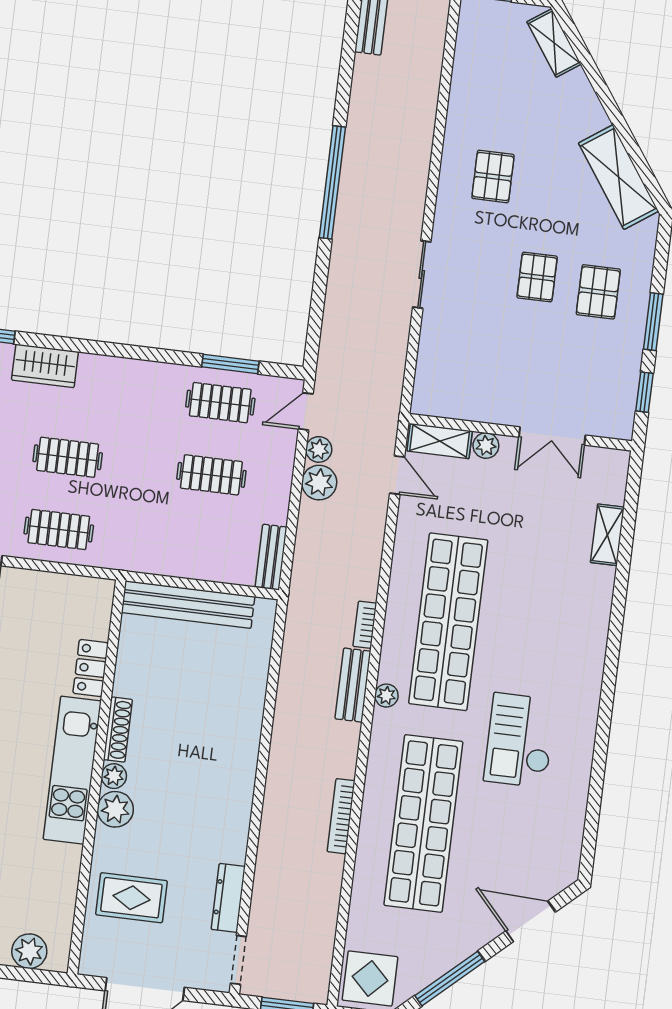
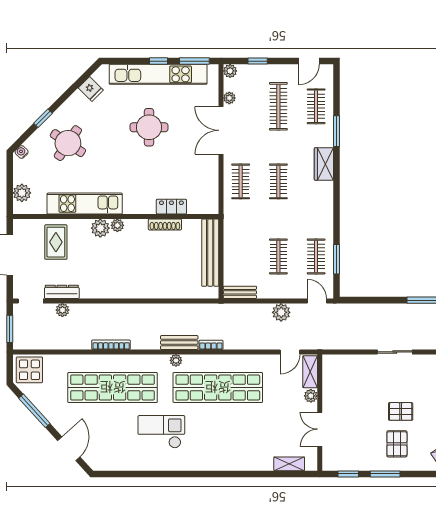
pallet: (598, 292) -> (397, 444), turned 90
plant: (319, 449) -> (62, 310), moved
shelving: (607, 535) -> (289, 464), moved
shoe rack: (118, 730) -> (165, 224), moved
kitchen unit: (72, 770) -> (85, 204), moved

